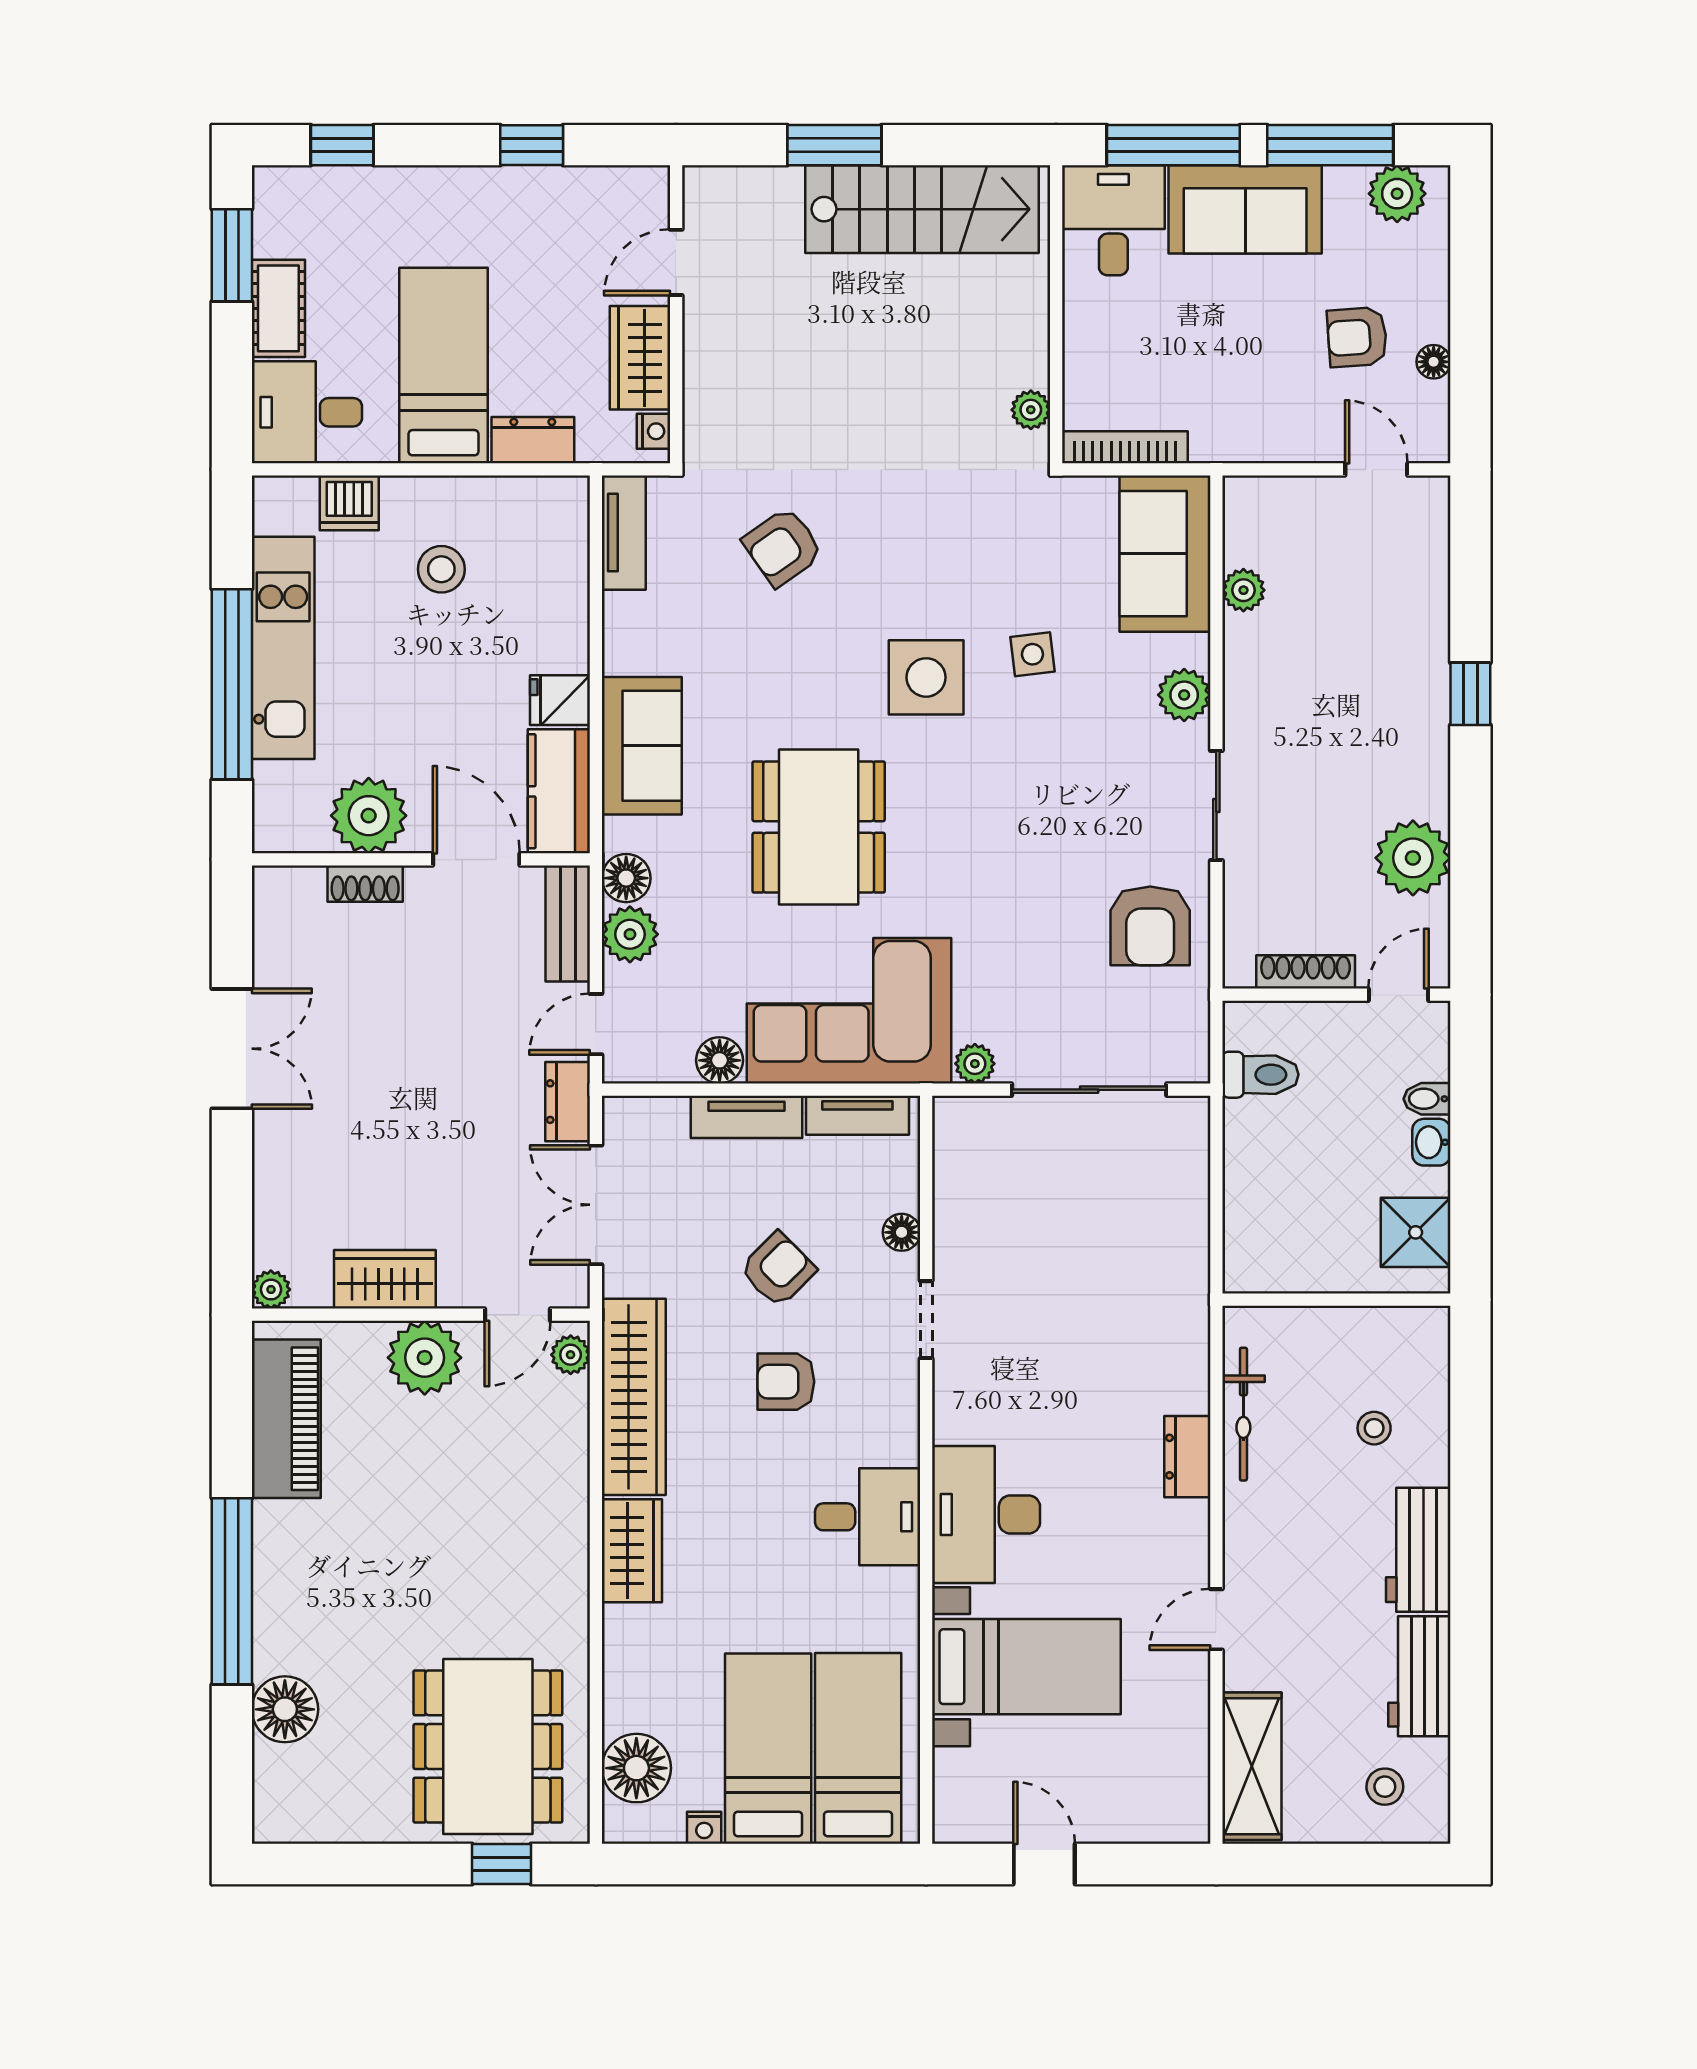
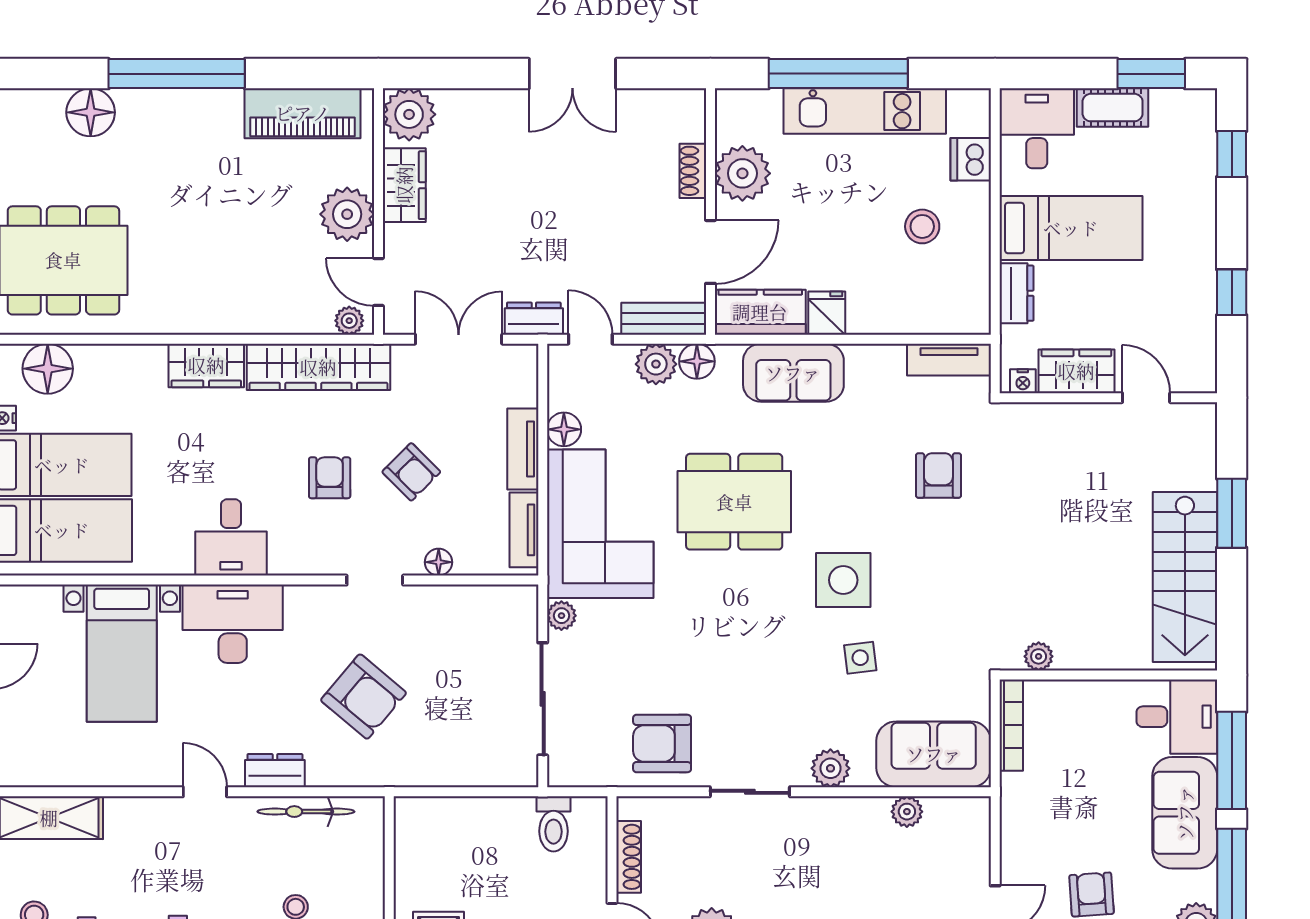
armchair: (783, 547) -> (938, 475), turned 35
plant: (271, 1290) -> (409, 114), width x1.88, depth x1.88
armchair: (1086, 1335) -> (364, 697), added
door: (1216, 1619) -> (205, 792), moved

